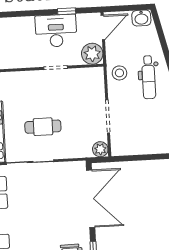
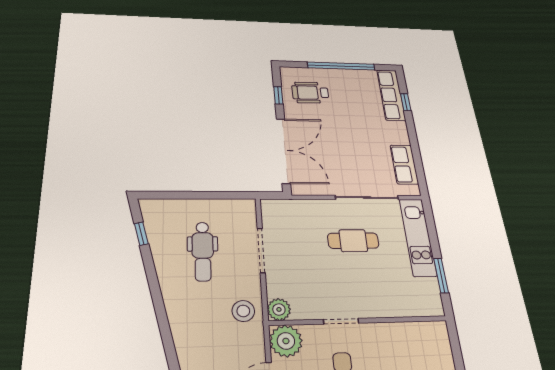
dental chair: (149, 77) -> (203, 251), moved, turned 180
plant: (100, 149) -> (279, 309), moved
double door: (91, 199) -> (283, 150), swing flipped

